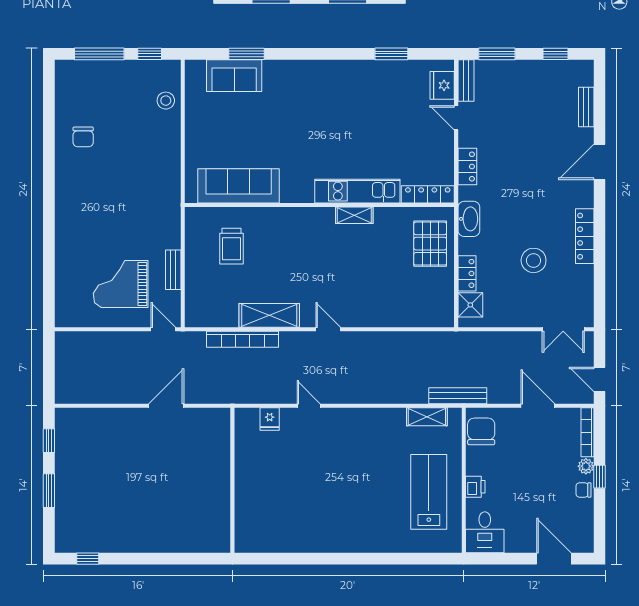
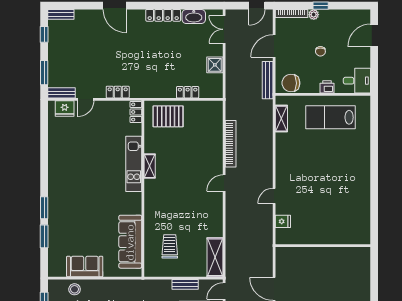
window: (391, 54) -> (44, 208), moved
sofa: (234, 76) -> (85, 267), moved, turned -90
bench: (586, 107) -> (61, 14), moved
locker: (428, 194) -> (136, 112), width x0.66
washbasin: (469, 219) -> (194, 16), moved, turned 180
trolley: (231, 246) -> (170, 246), turned -90
stool: (534, 260) -> (179, 49), removed
shower: (470, 305) -> (215, 65), moved
shelving: (269, 315) -> (215, 257), moved
double door: (563, 329) -> (224, 29), swing flipped
bookcase: (243, 339) -> (231, 144), moved
bench: (458, 396) -> (268, 80), moved
chair: (583, 490) -> (320, 51), moved

